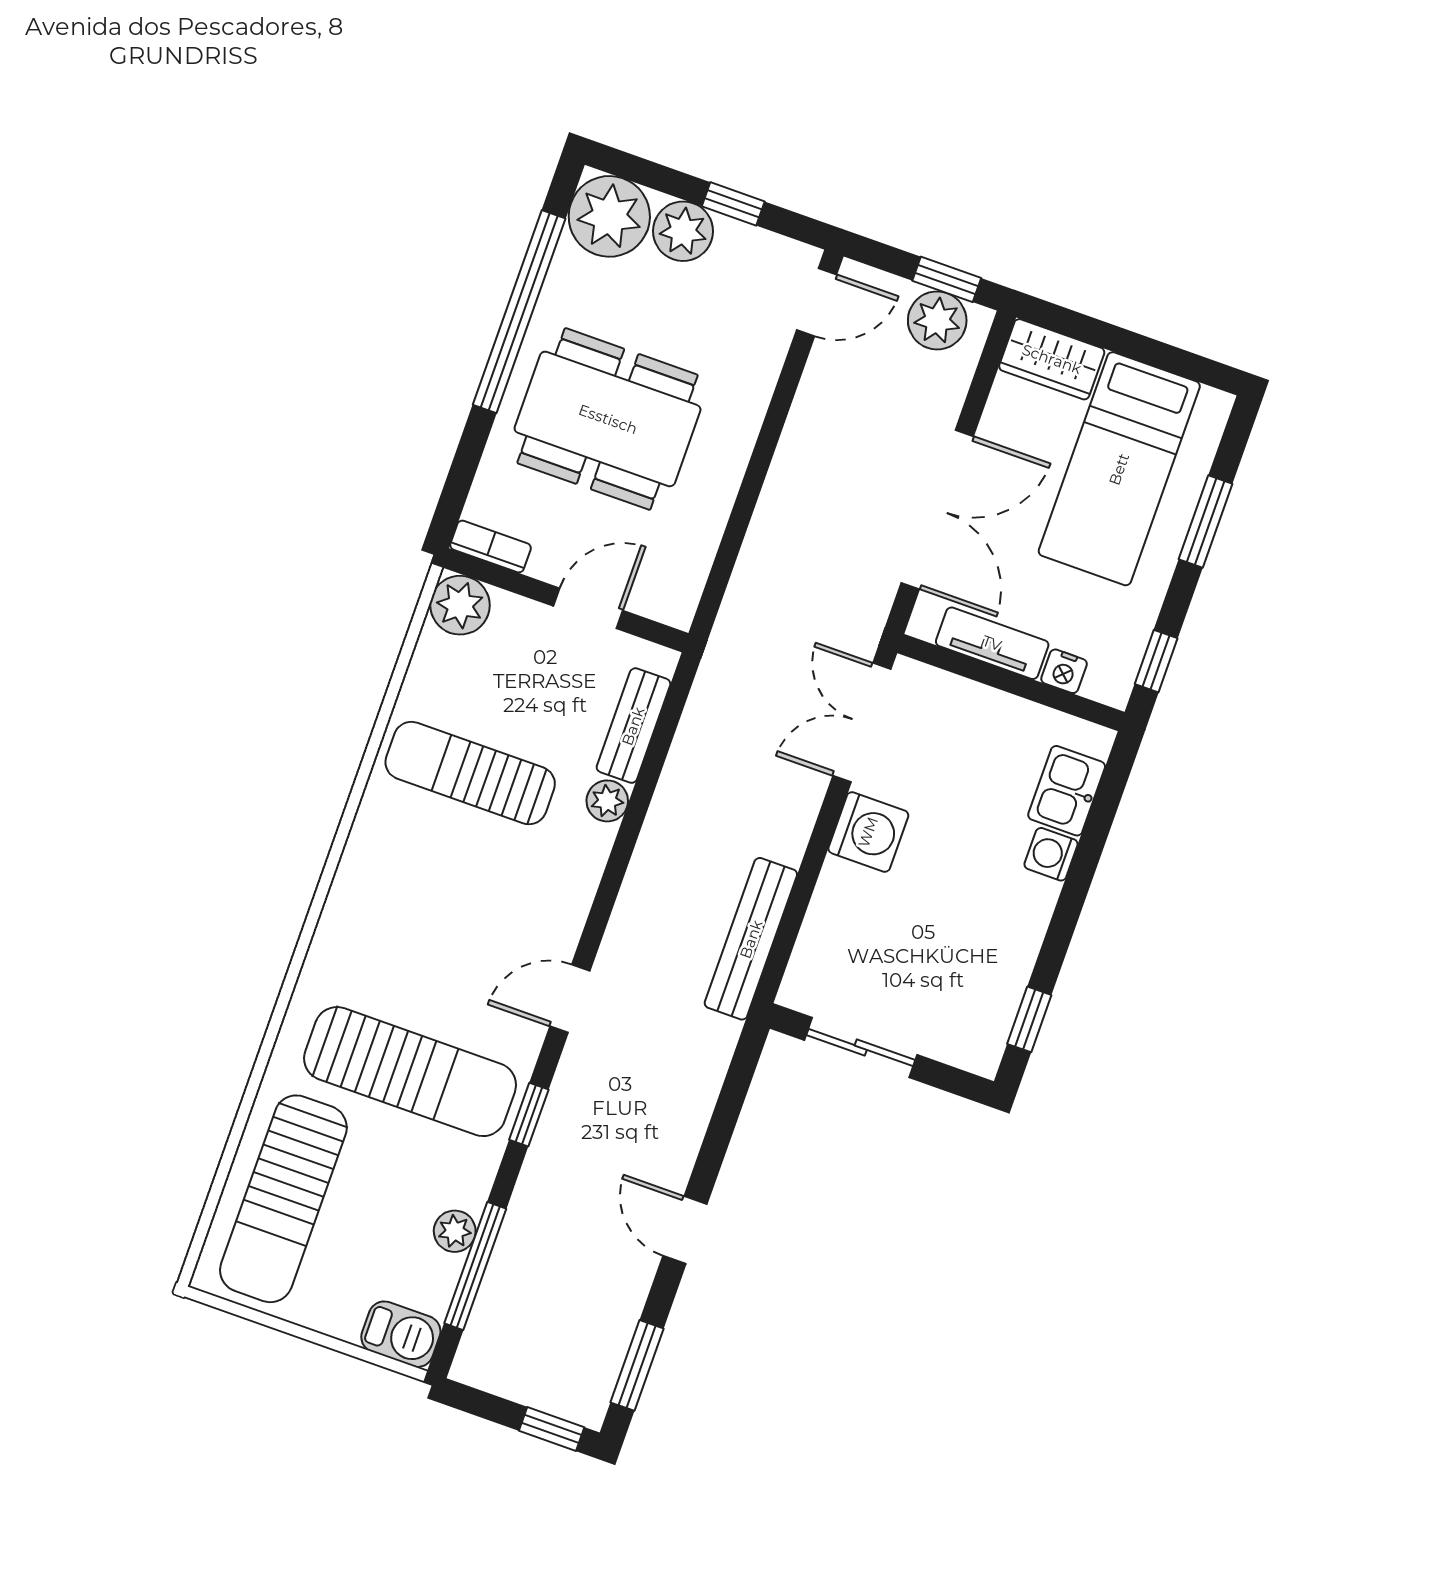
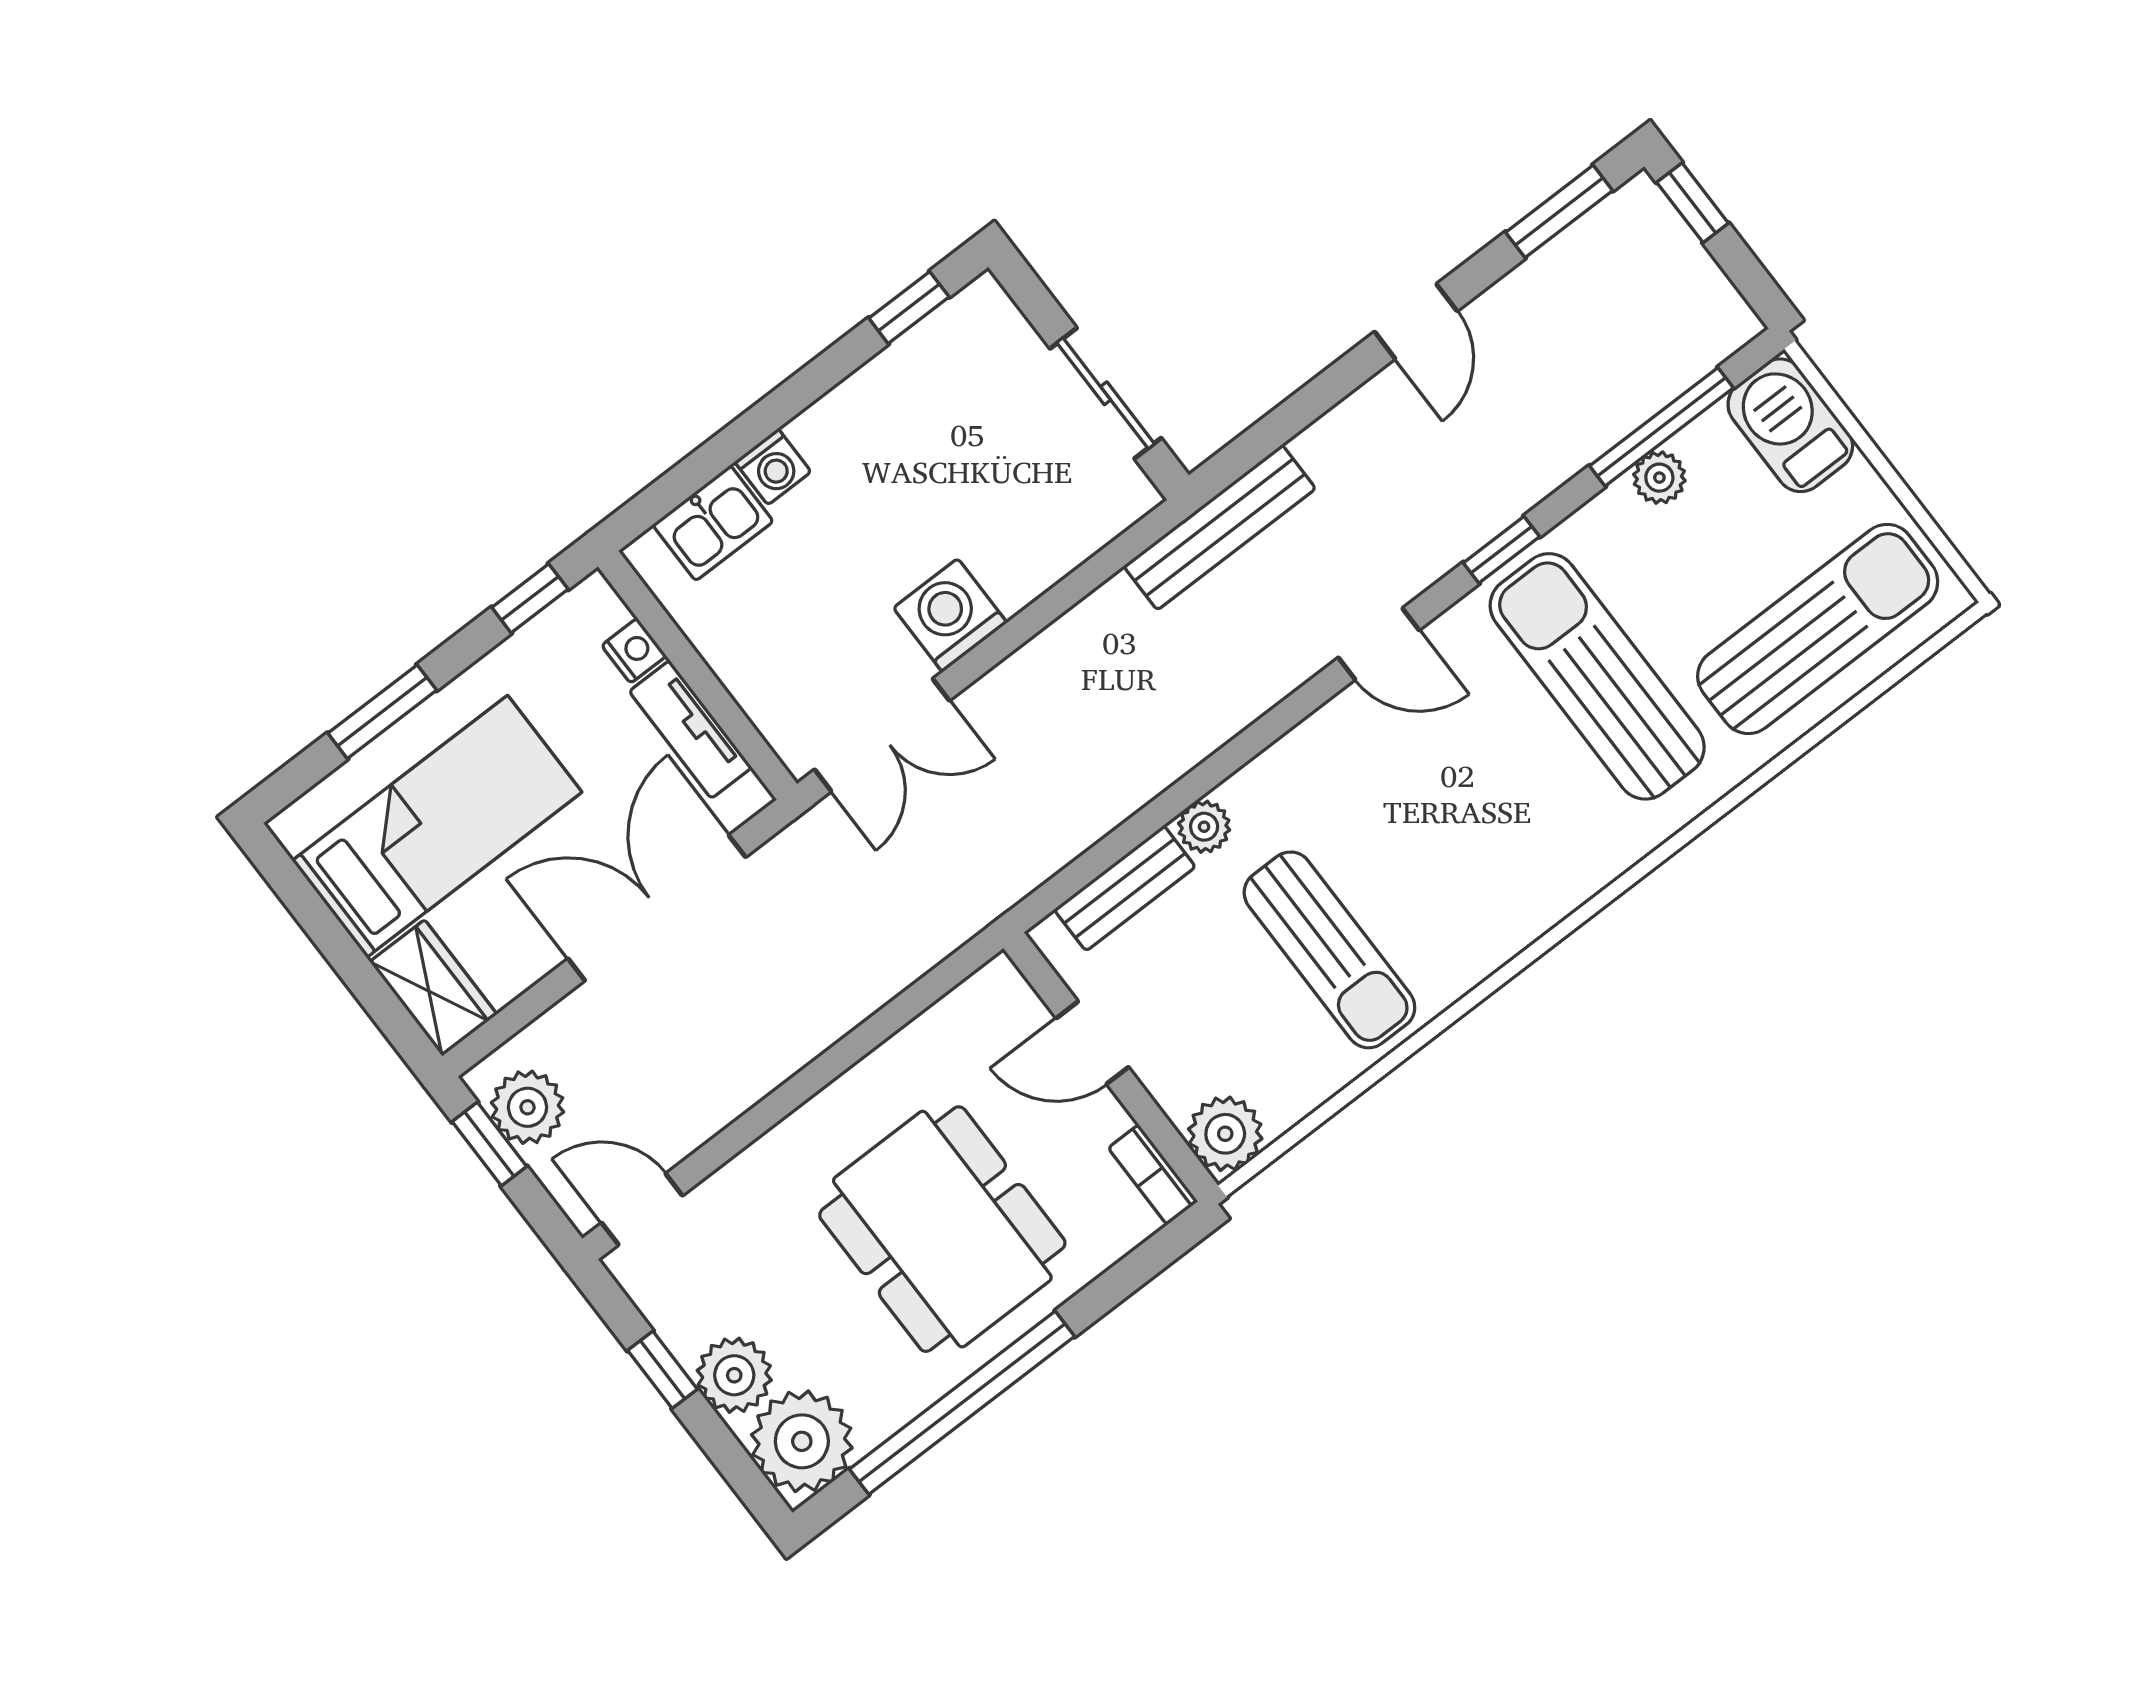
bench: (751, 939) -> (1220, 527), moved
barbecue: (401, 1334) -> (1790, 425), width x1.38, depth x1.27

